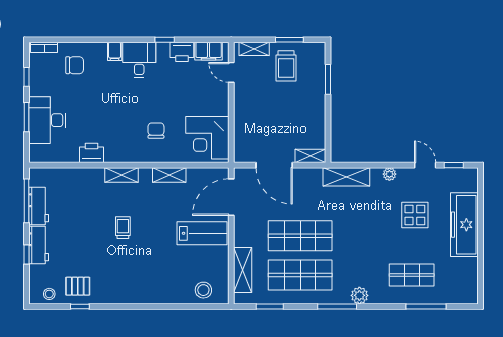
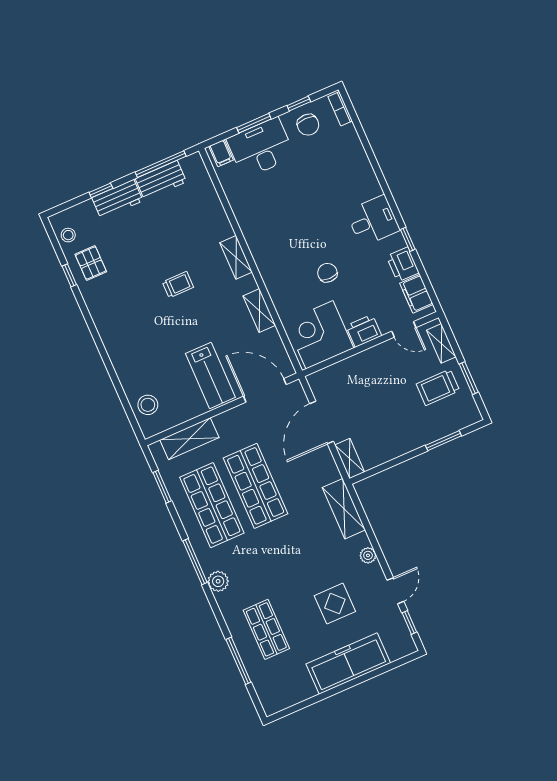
filing cabinet: (115, 51) -> (221, 153), moved, turned -90
chair: (75, 65) -> (308, 125), moved
door: (231, 72) -> (404, 329), swing flipped
chair: (156, 131) -> (327, 273), moved, turned -90
printer: (92, 153) -> (364, 331), moved, turned -90

